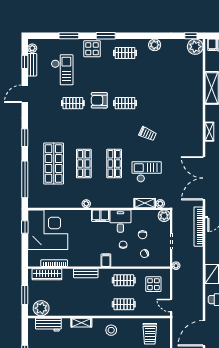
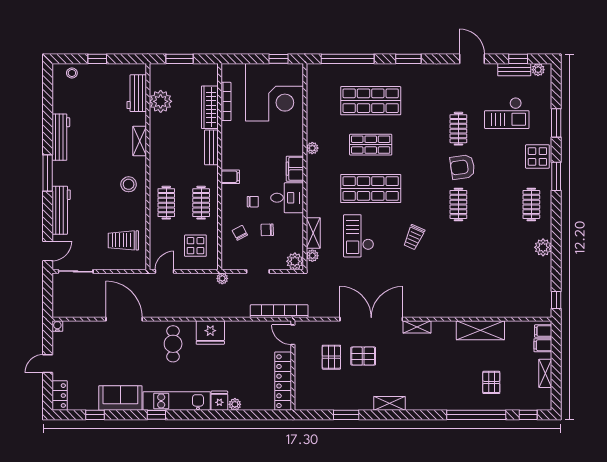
plant: (195, 47) -> (540, 306), removed
armchair: (99, 100) -> (463, 167), turned -98
shop shelf: (114, 164) -> (371, 189), width x1.43, depth x1.36
checkout: (147, 172) -> (359, 236), turned 180
double door: (204, 178) -> (371, 319), moved
wardrobe: (47, 274) -> (210, 107), moved
plant: (41, 308) -> (161, 101), moved

